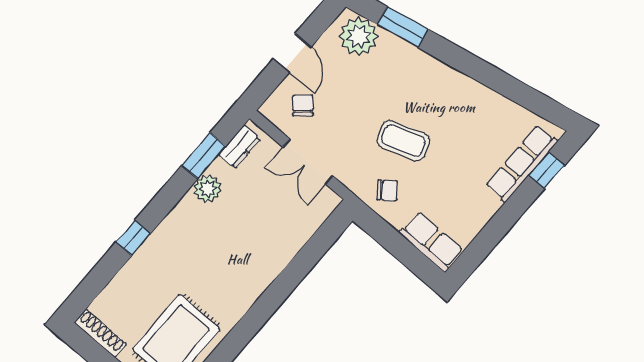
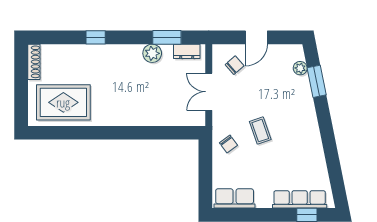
plant: (359, 36) -> (300, 68), width x0.53, depth x0.53
coffee table: (403, 141) -> (260, 131), width x0.73, depth x0.77
row of seats: (431, 242) -> (235, 198), moved, turned -90

